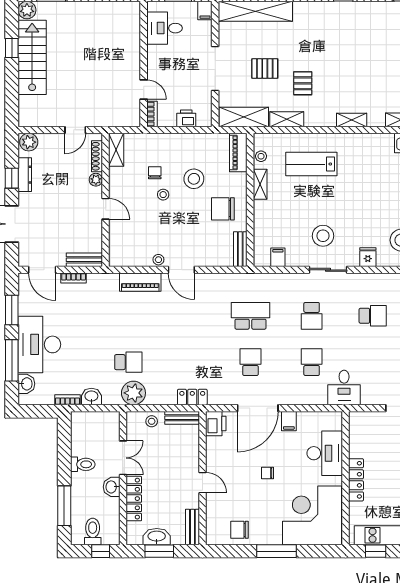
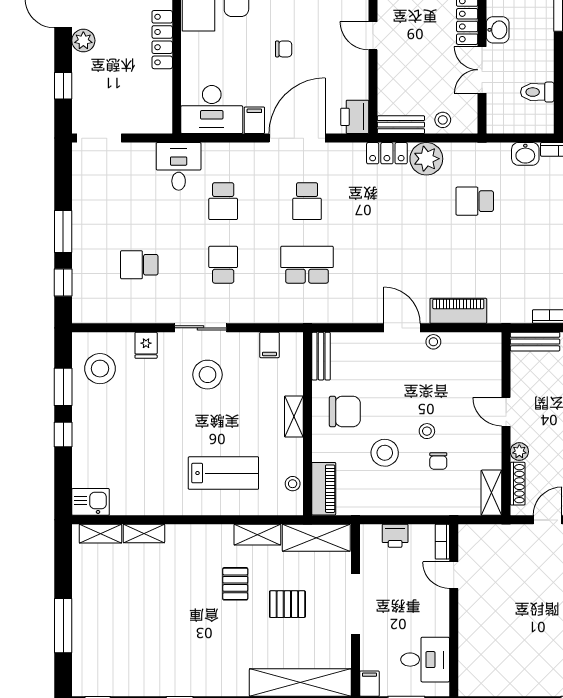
shelving: (352, 120) -> (144, 533), moved
shelving: (260, 184) -> (294, 416), moved
school desk: (250, 316) -> (307, 265), turned 180
plant: (133, 393) -> (426, 159), moved
desk: (325, 453) -> (212, 109), moved, turned -90
toilet: (83, 464) -> (537, 92), moved

